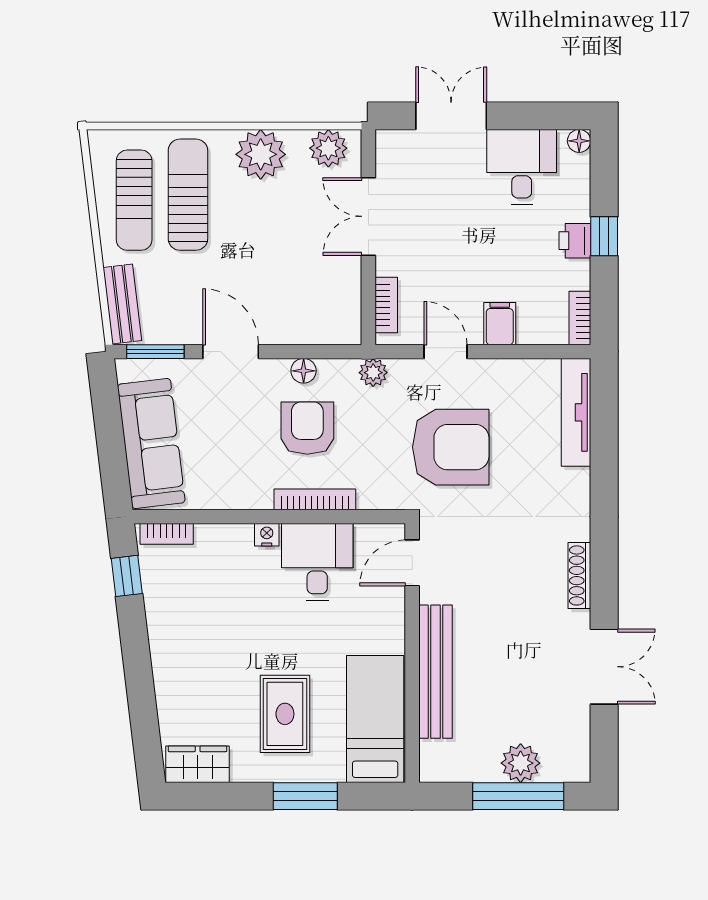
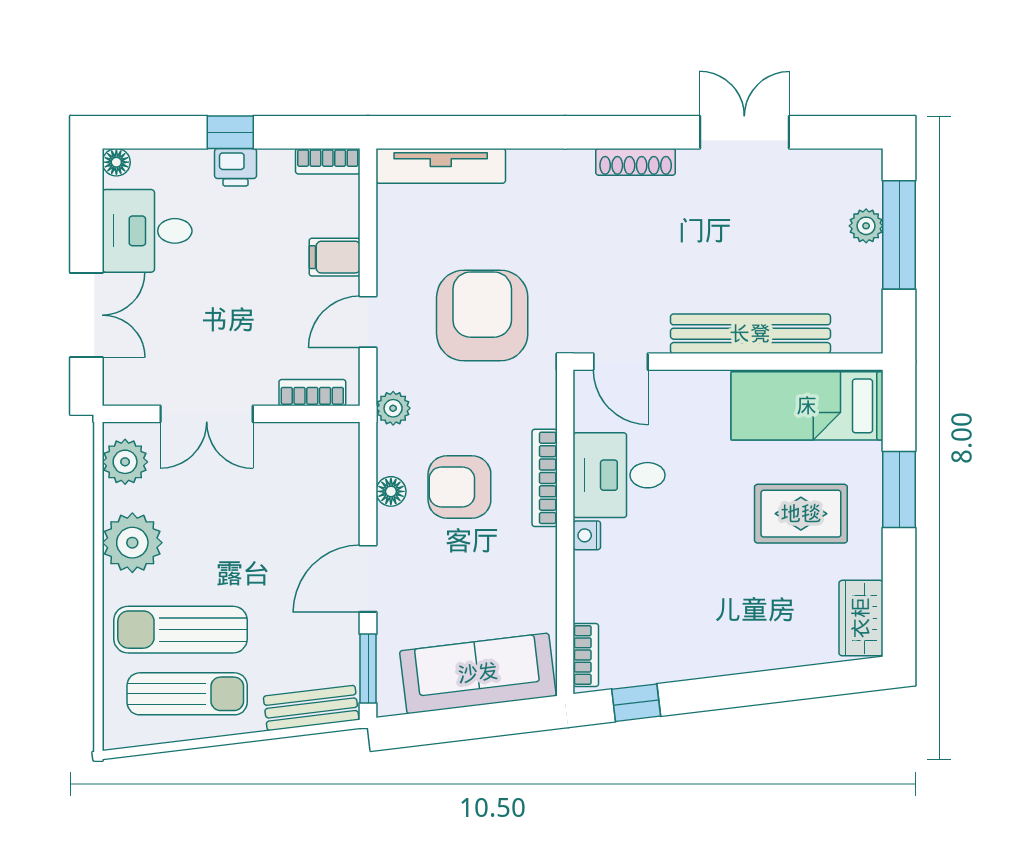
double door: (451, 116) -> (86, 315), swing flipped
plant: (521, 763) -> (866, 226), width x0.73, depth x0.73

